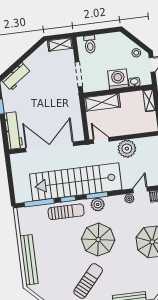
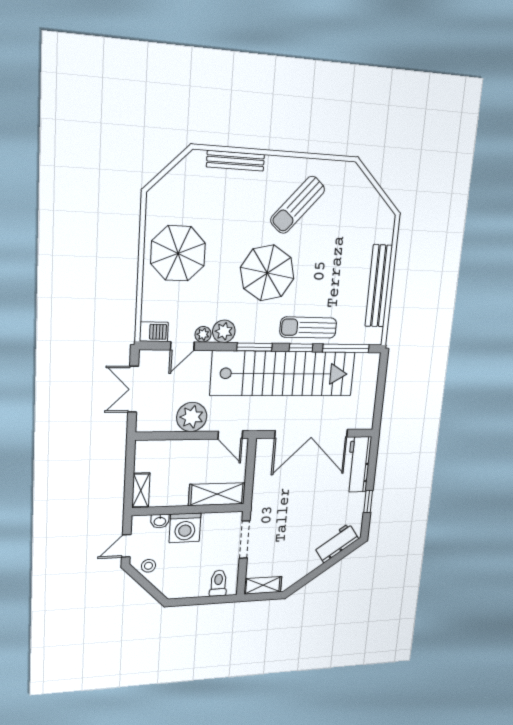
plant: (98, 204) -> (224, 331), moved
bench: (29, 260) -> (379, 286), moved

